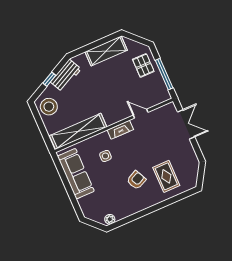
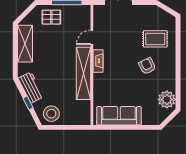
shelving: (78, 131) -> (84, 73), moved
side table: (105, 156) -> (115, 84), removed
plant: (110, 219) -> (167, 99), width x1.88, depth x1.88

